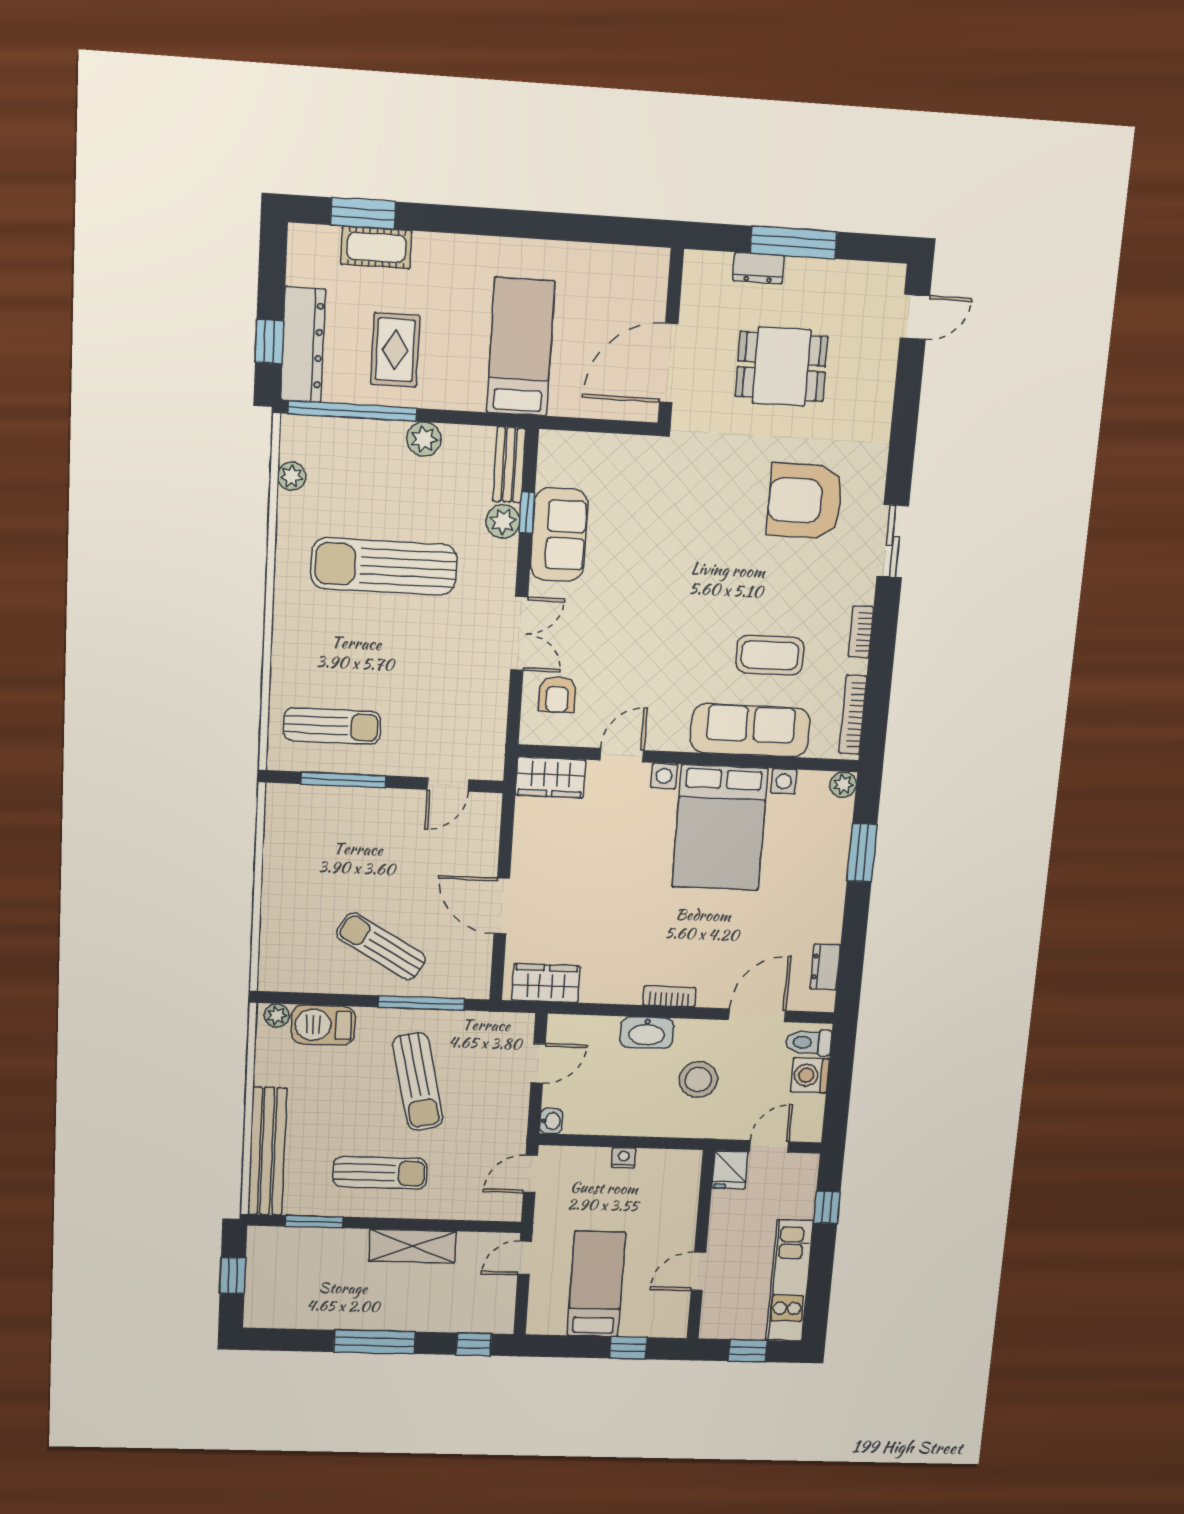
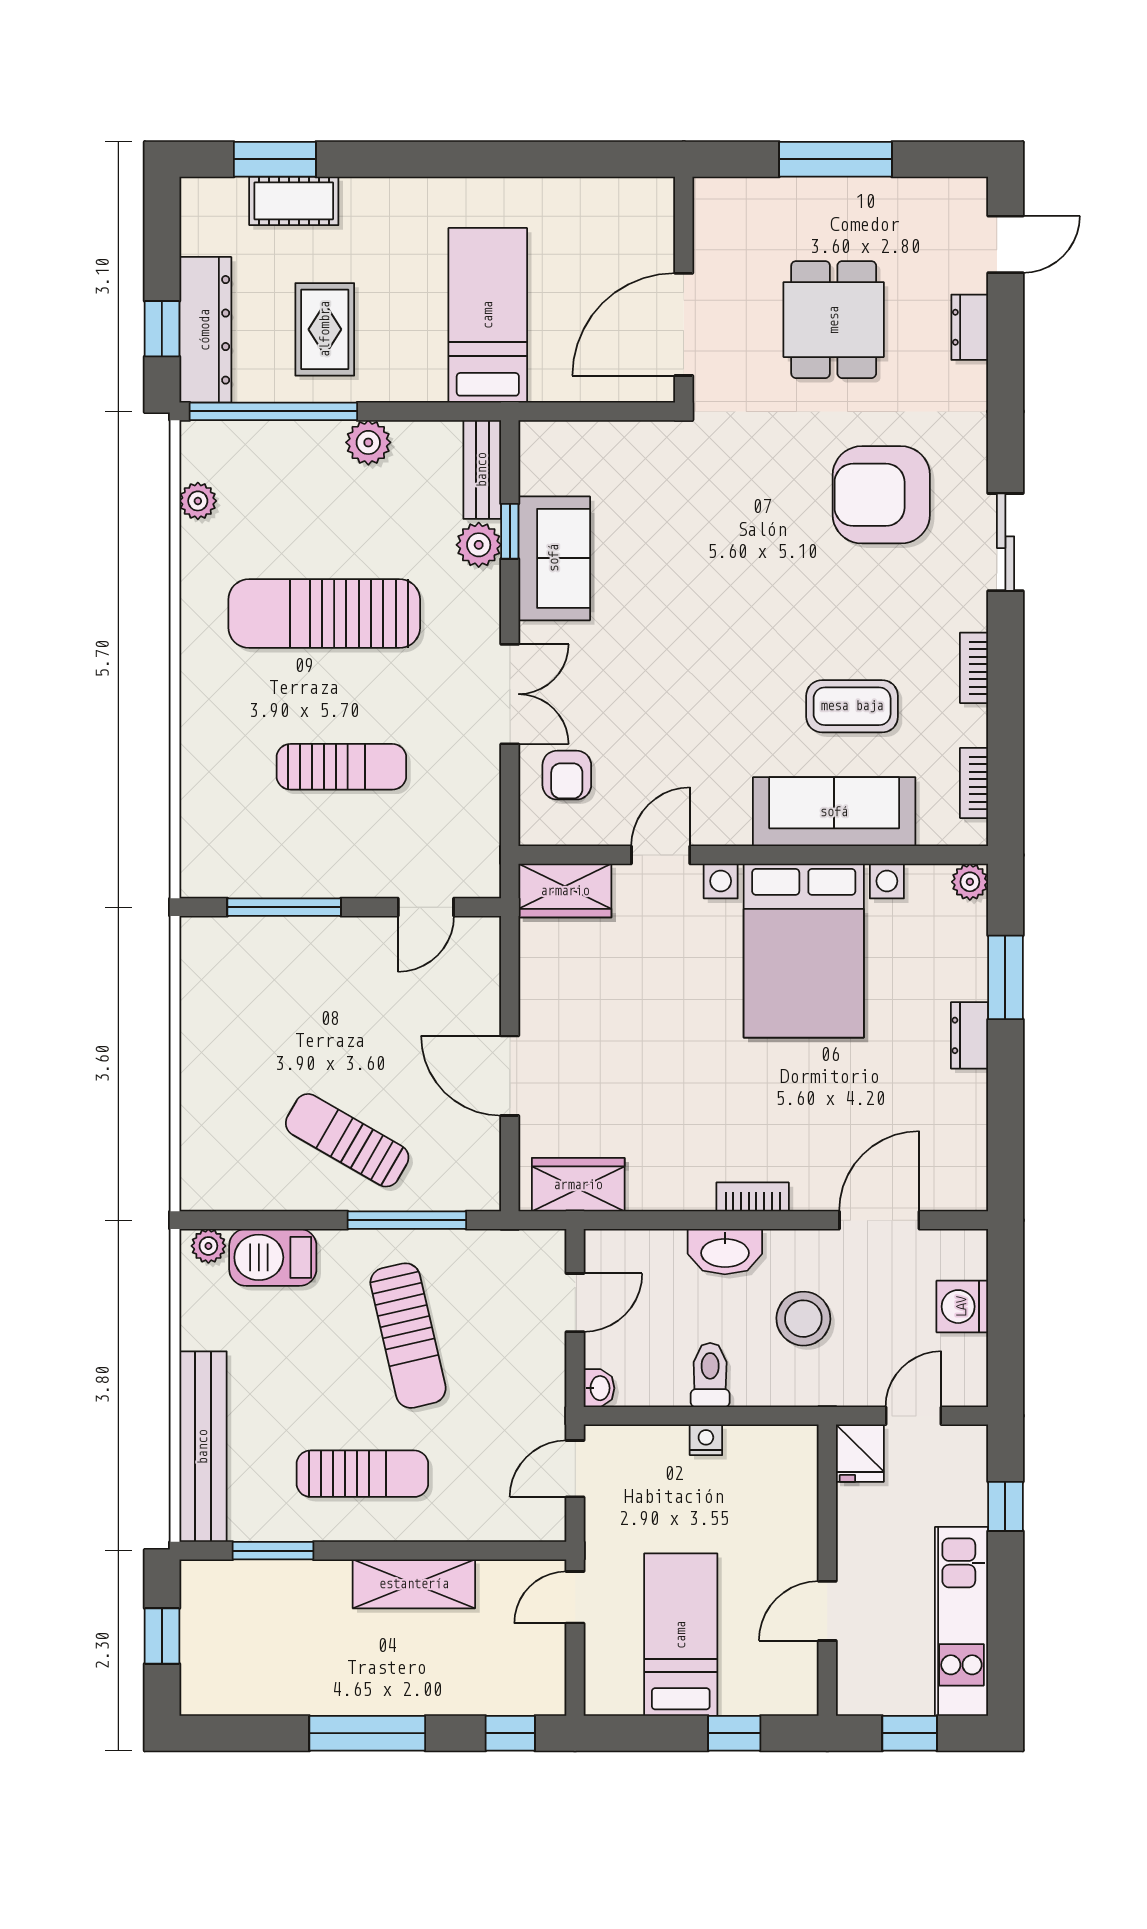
dresser: (758, 268) -> (970, 327), moved, turned 90
dining table: (781, 366) -> (834, 320), turned 90
bookcase: (853, 715) -> (974, 783), width x0.64
sun lounger: (332, 726) -> (341, 767), moved
dresser: (825, 967) -> (969, 1035), moved
toilet: (809, 1043) -> (710, 1375), moved, turned 90

